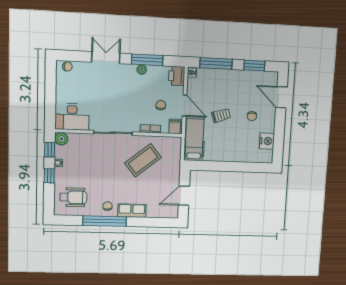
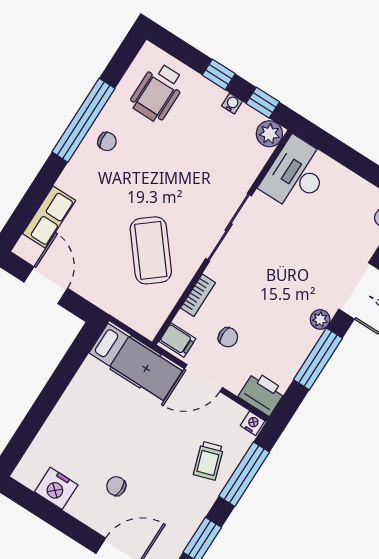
plant: (142, 70) -> (320, 319), moved
trolley: (221, 115) -> (208, 461), moved
row of seats: (132, 211) -> (49, 217), moved

